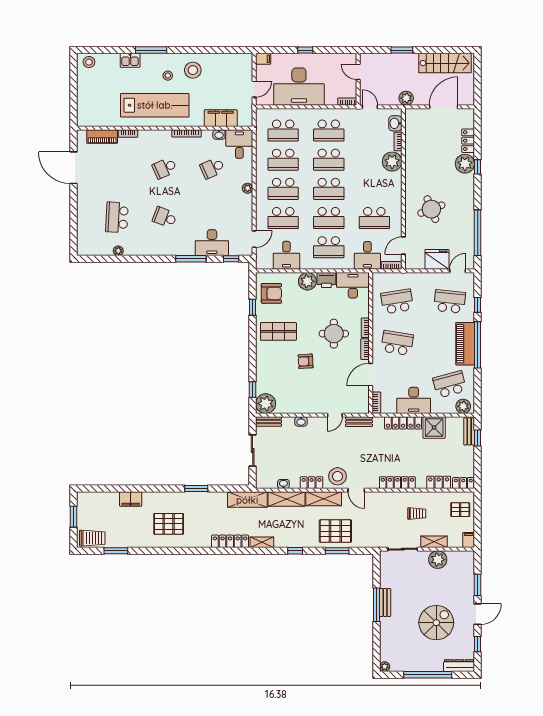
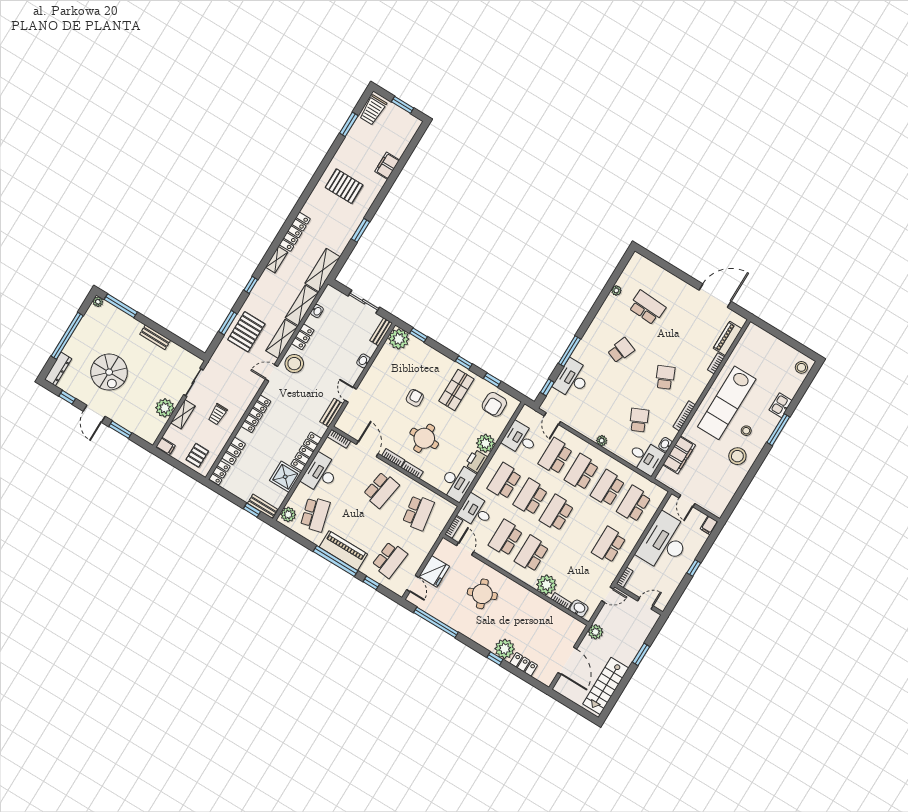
school desk: (329, 160) -> (532, 554), moved
window: (253, 339) -> (464, 363), added
pallet: (169, 524) -> (344, 186), turned 90
window: (377, 605) -> (121, 306), moved

